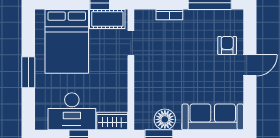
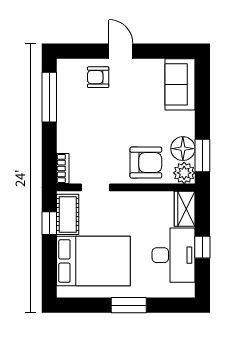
bookcase: (169, 15) -> (63, 169), moved
armchair: (153, 87) -> (146, 163), added
sofa: (213, 117) -> (180, 84), width x0.73
plant: (144, 121) -> (184, 173), added

